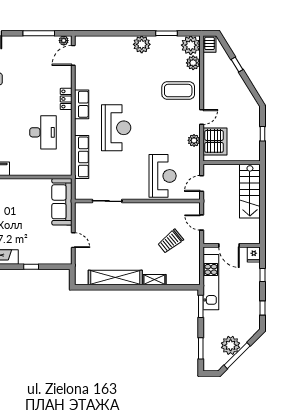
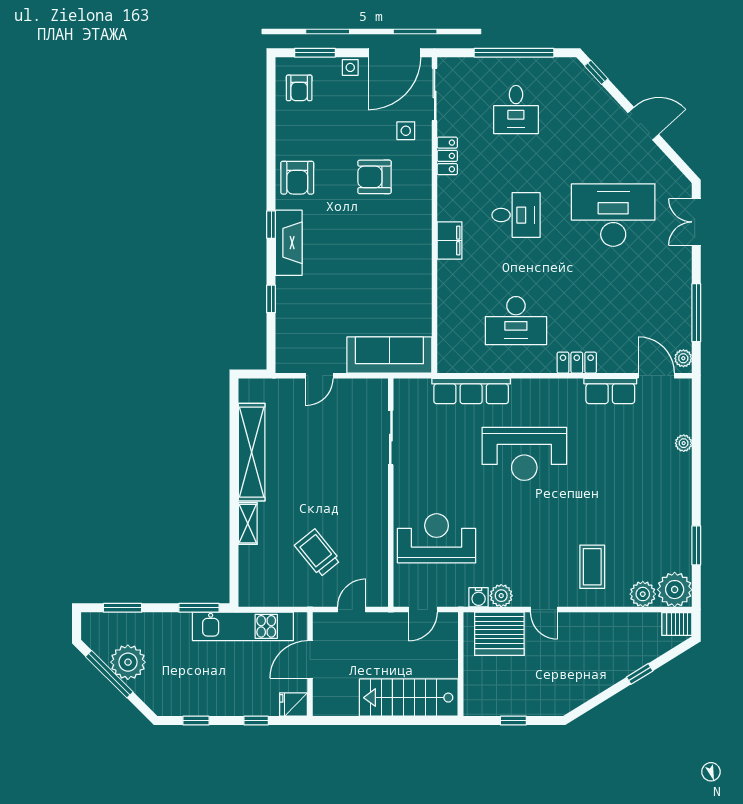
plant: (142, 44) -> (684, 443), moved, width x0.53, depth x0.53
coffee table: (178, 91) -> (592, 567), width x0.73, depth x0.76
row of seats: (82, 104) -> (610, 391), moved
water cooler: (195, 153) -> (479, 597), added
reception desk: (163, 176) -> (437, 538), turned 180
door: (202, 183) -> (423, 610), swing flipped

